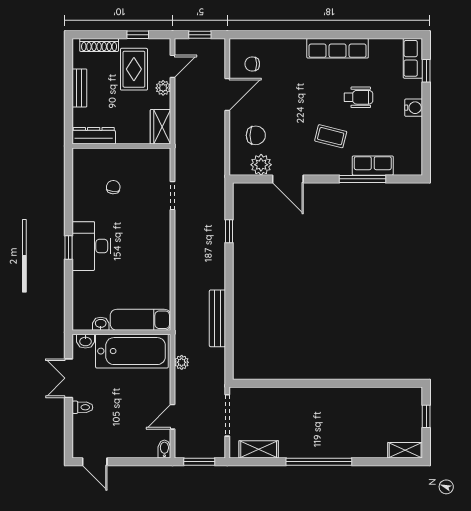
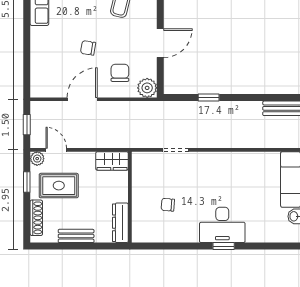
chair: (252, 64) -> (88, 48), moved, turned 99
plant: (163, 88) -> (37, 159), moved
door: (227, 95) -> (82, 99), hinge flipped
plant: (261, 165) -> (147, 88), moved

